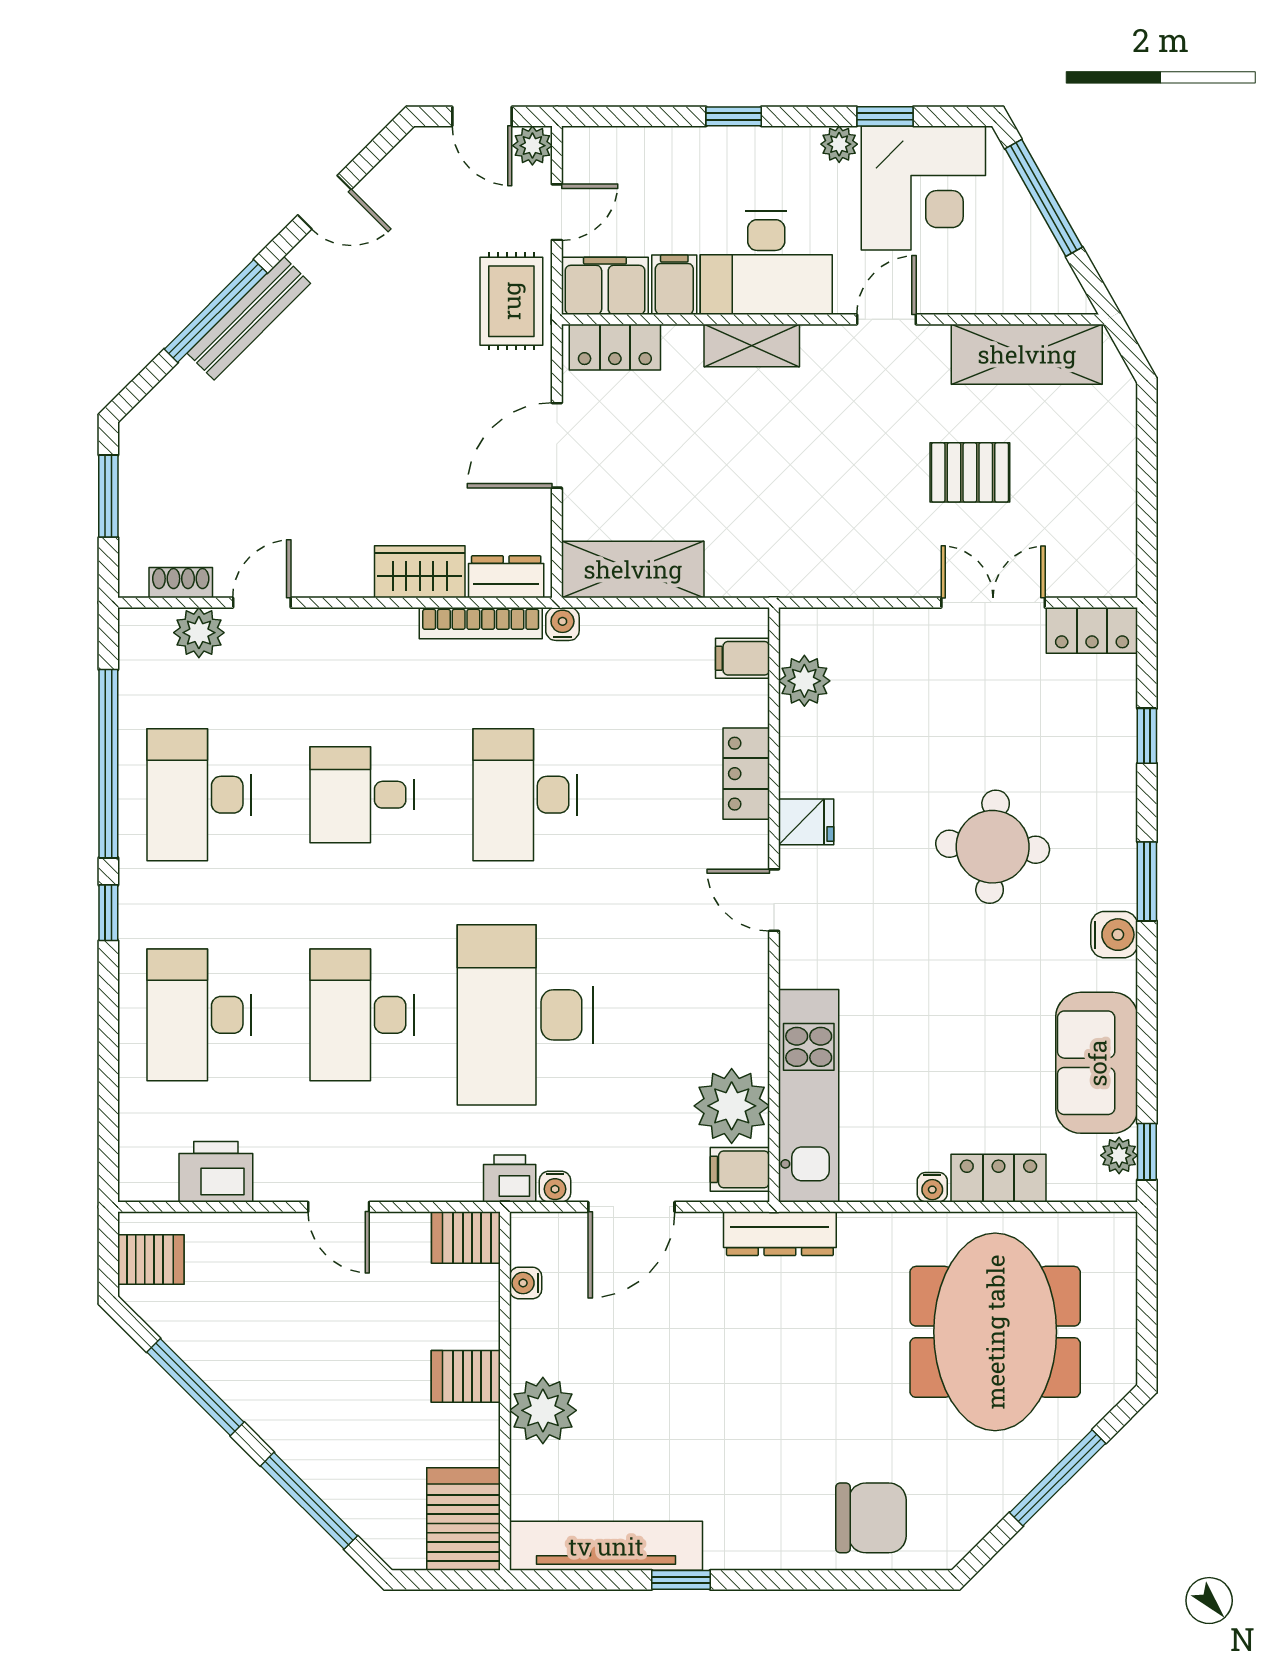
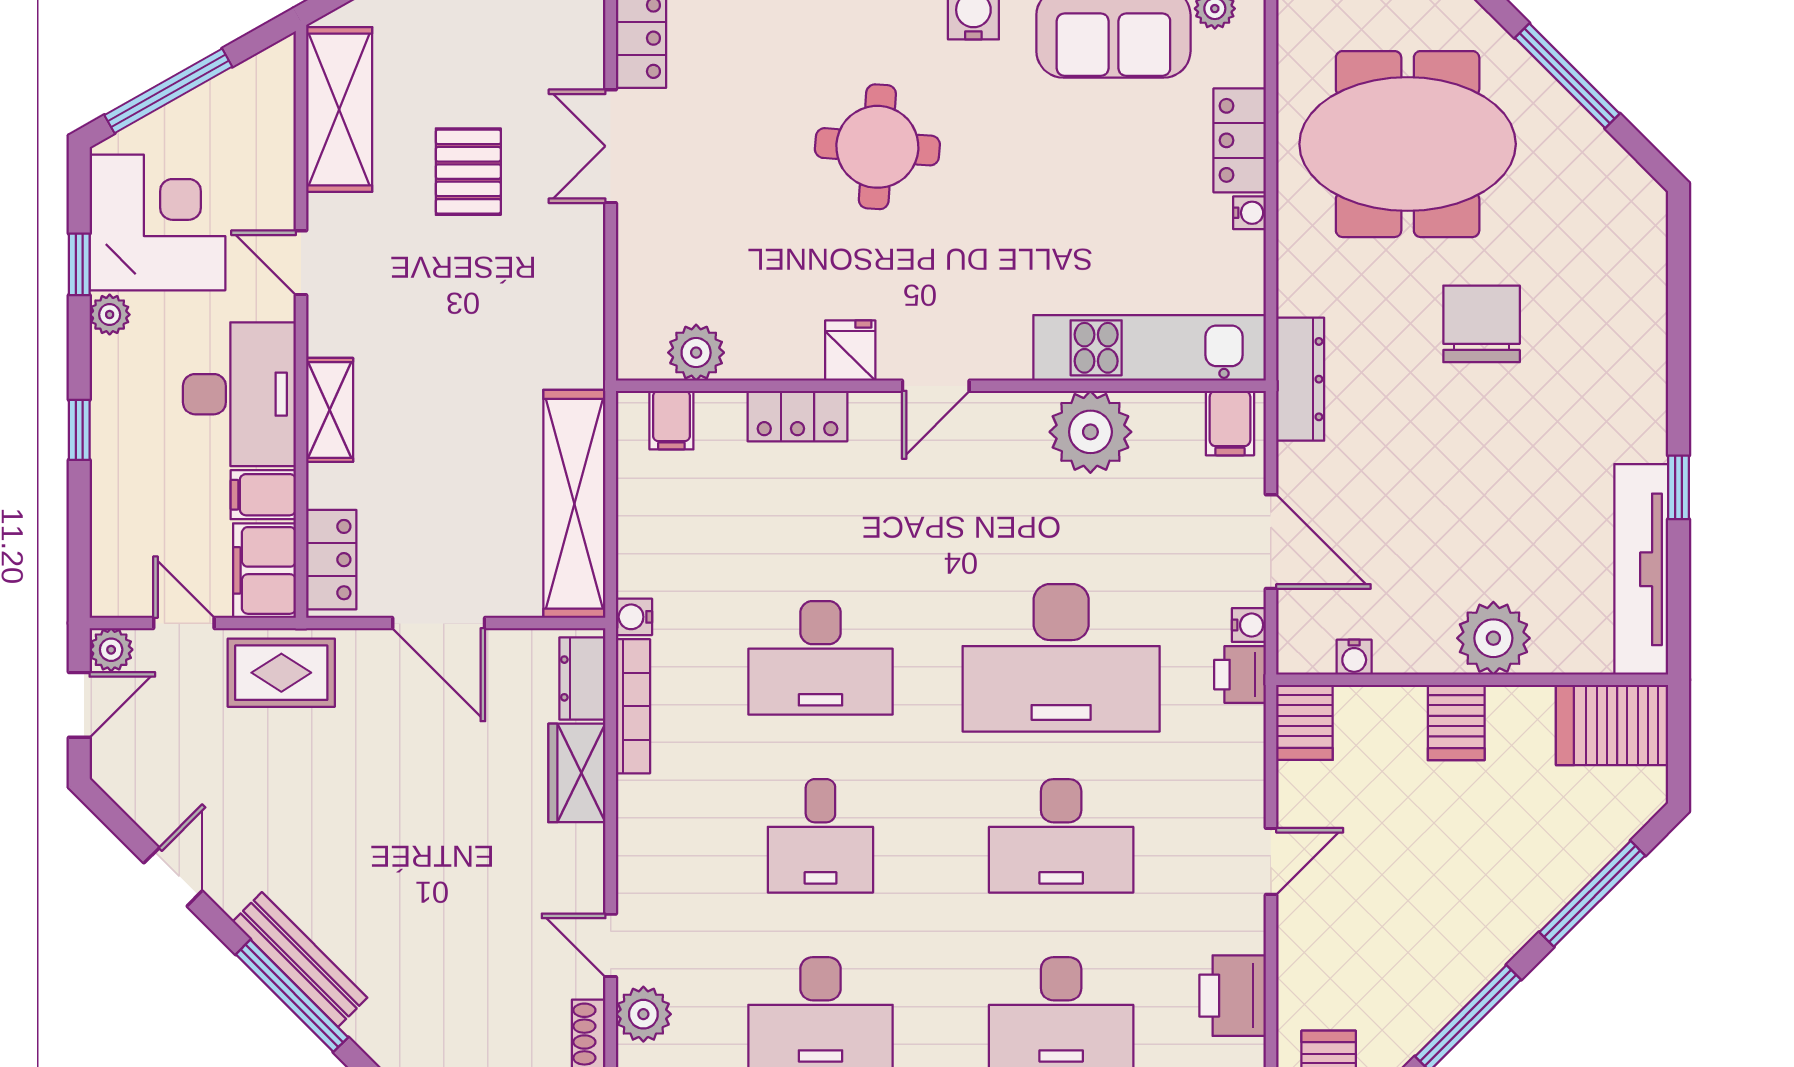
shelving: (633, 569) -> (574, 504), width x1.47
plant: (732, 1106) -> (1090, 432), moved
chair: (871, 1518) -> (1482, 324), moved

